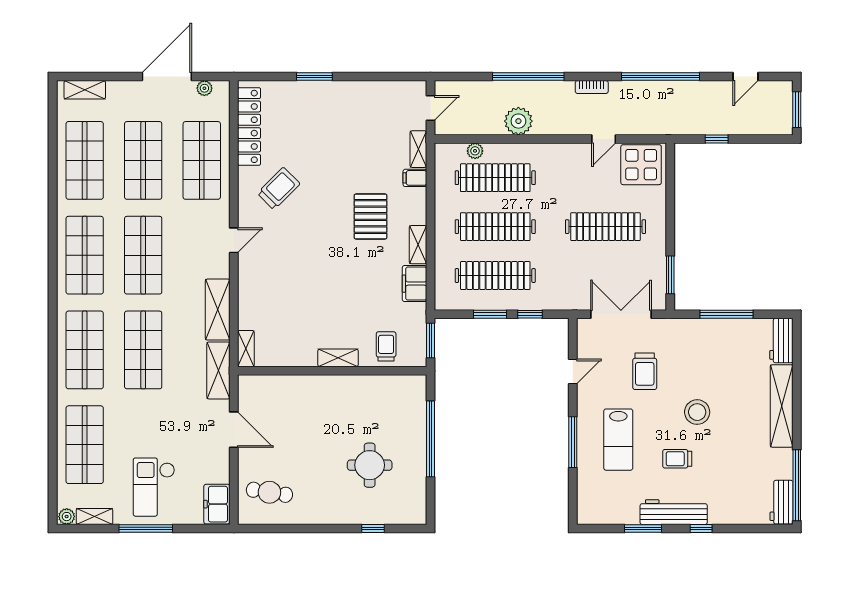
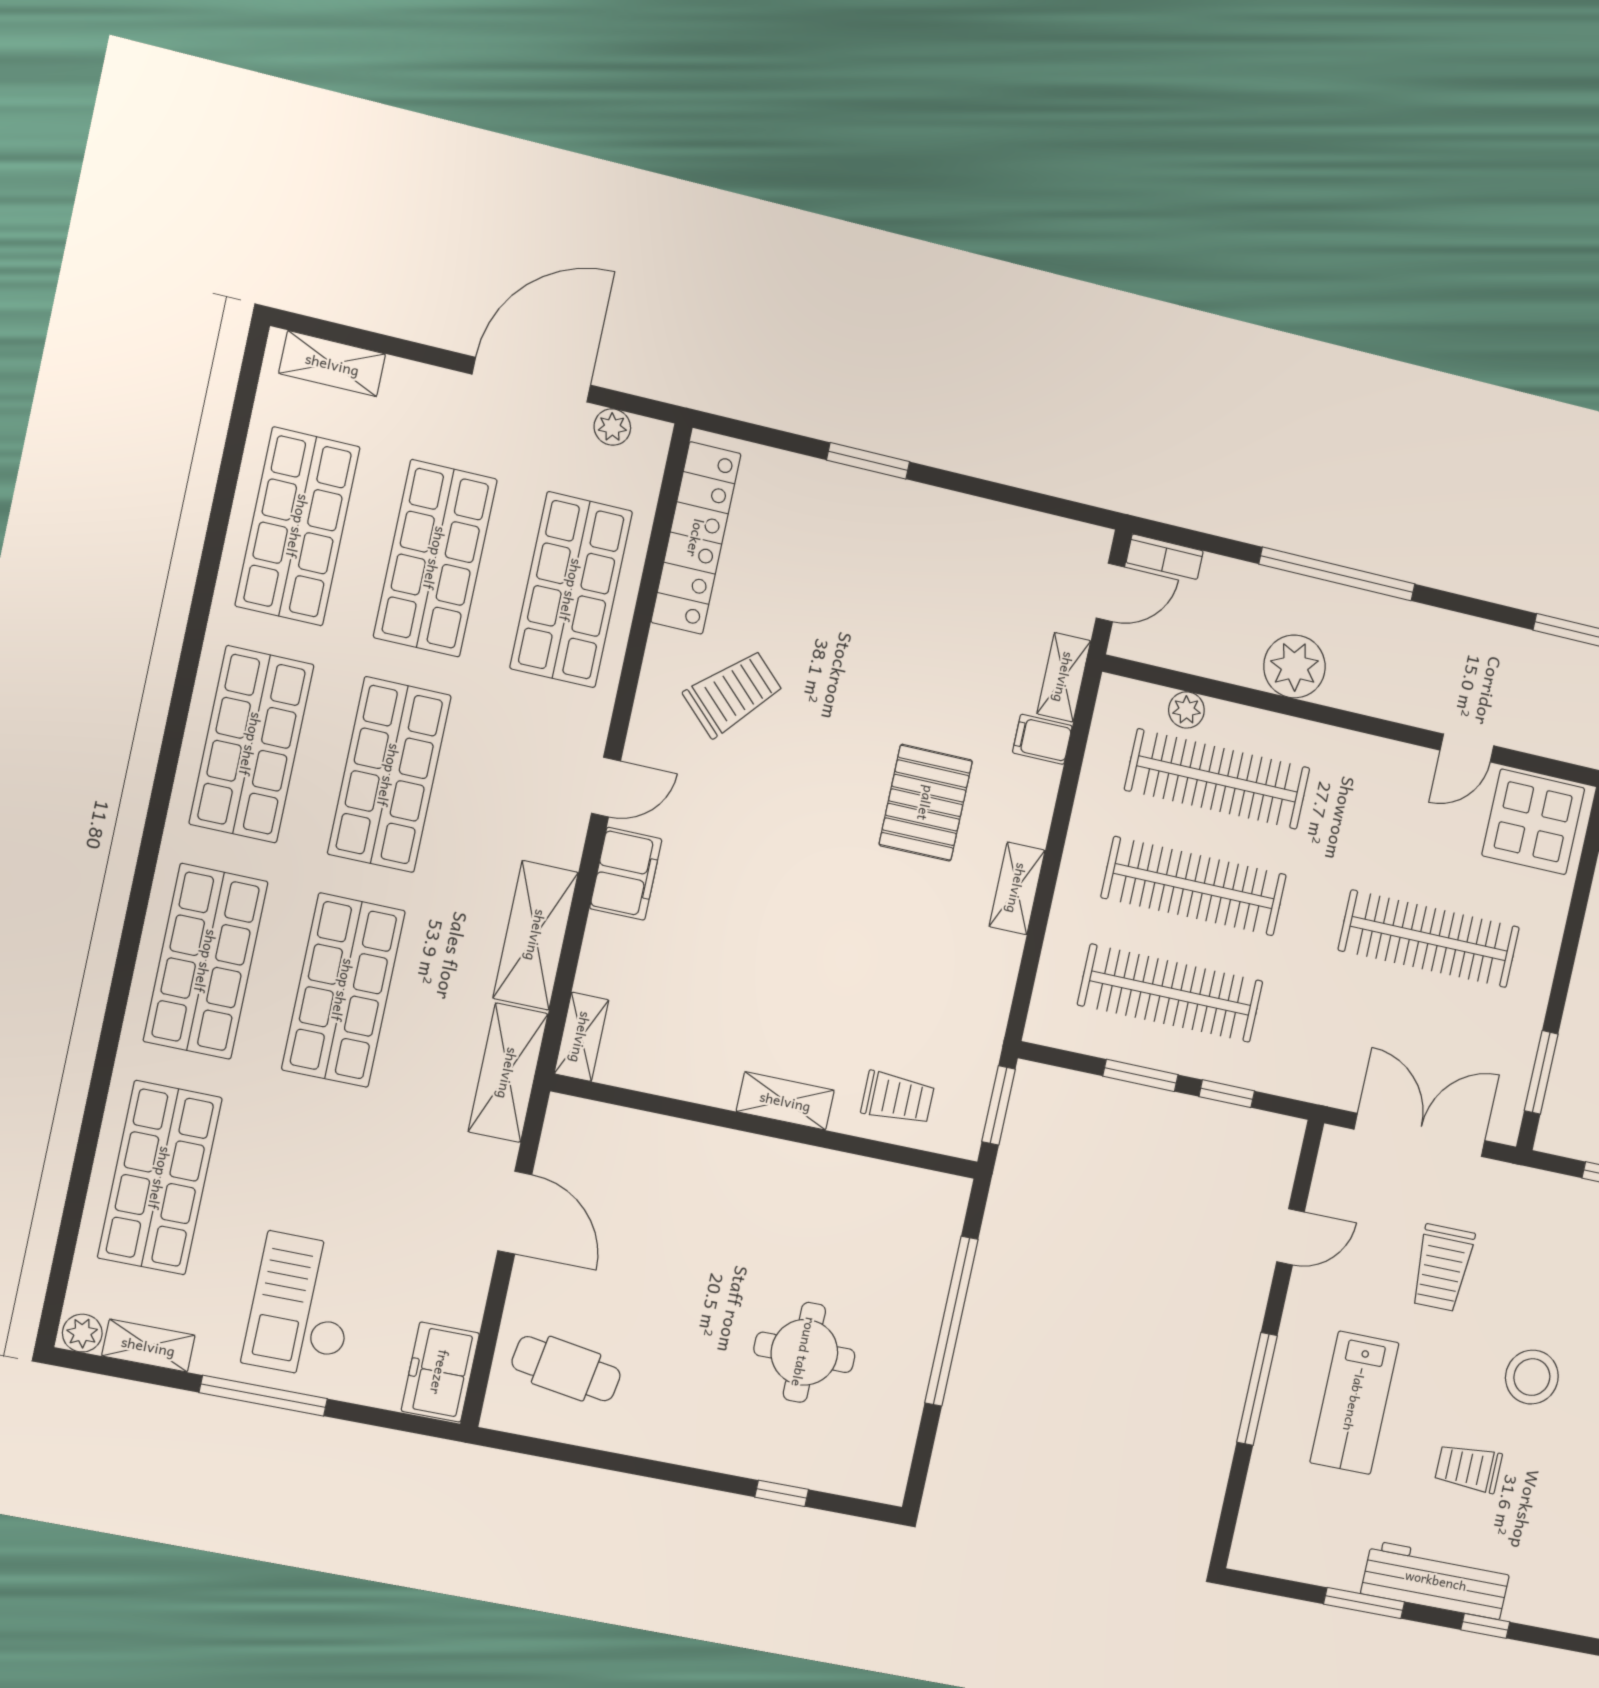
bookcase: (592, 87) -> (1165, 557), moved
filing cabinet: (415, 284) -> (626, 874), moved, turned 180
trolley: (386, 346) -> (898, 1098), turned 90

